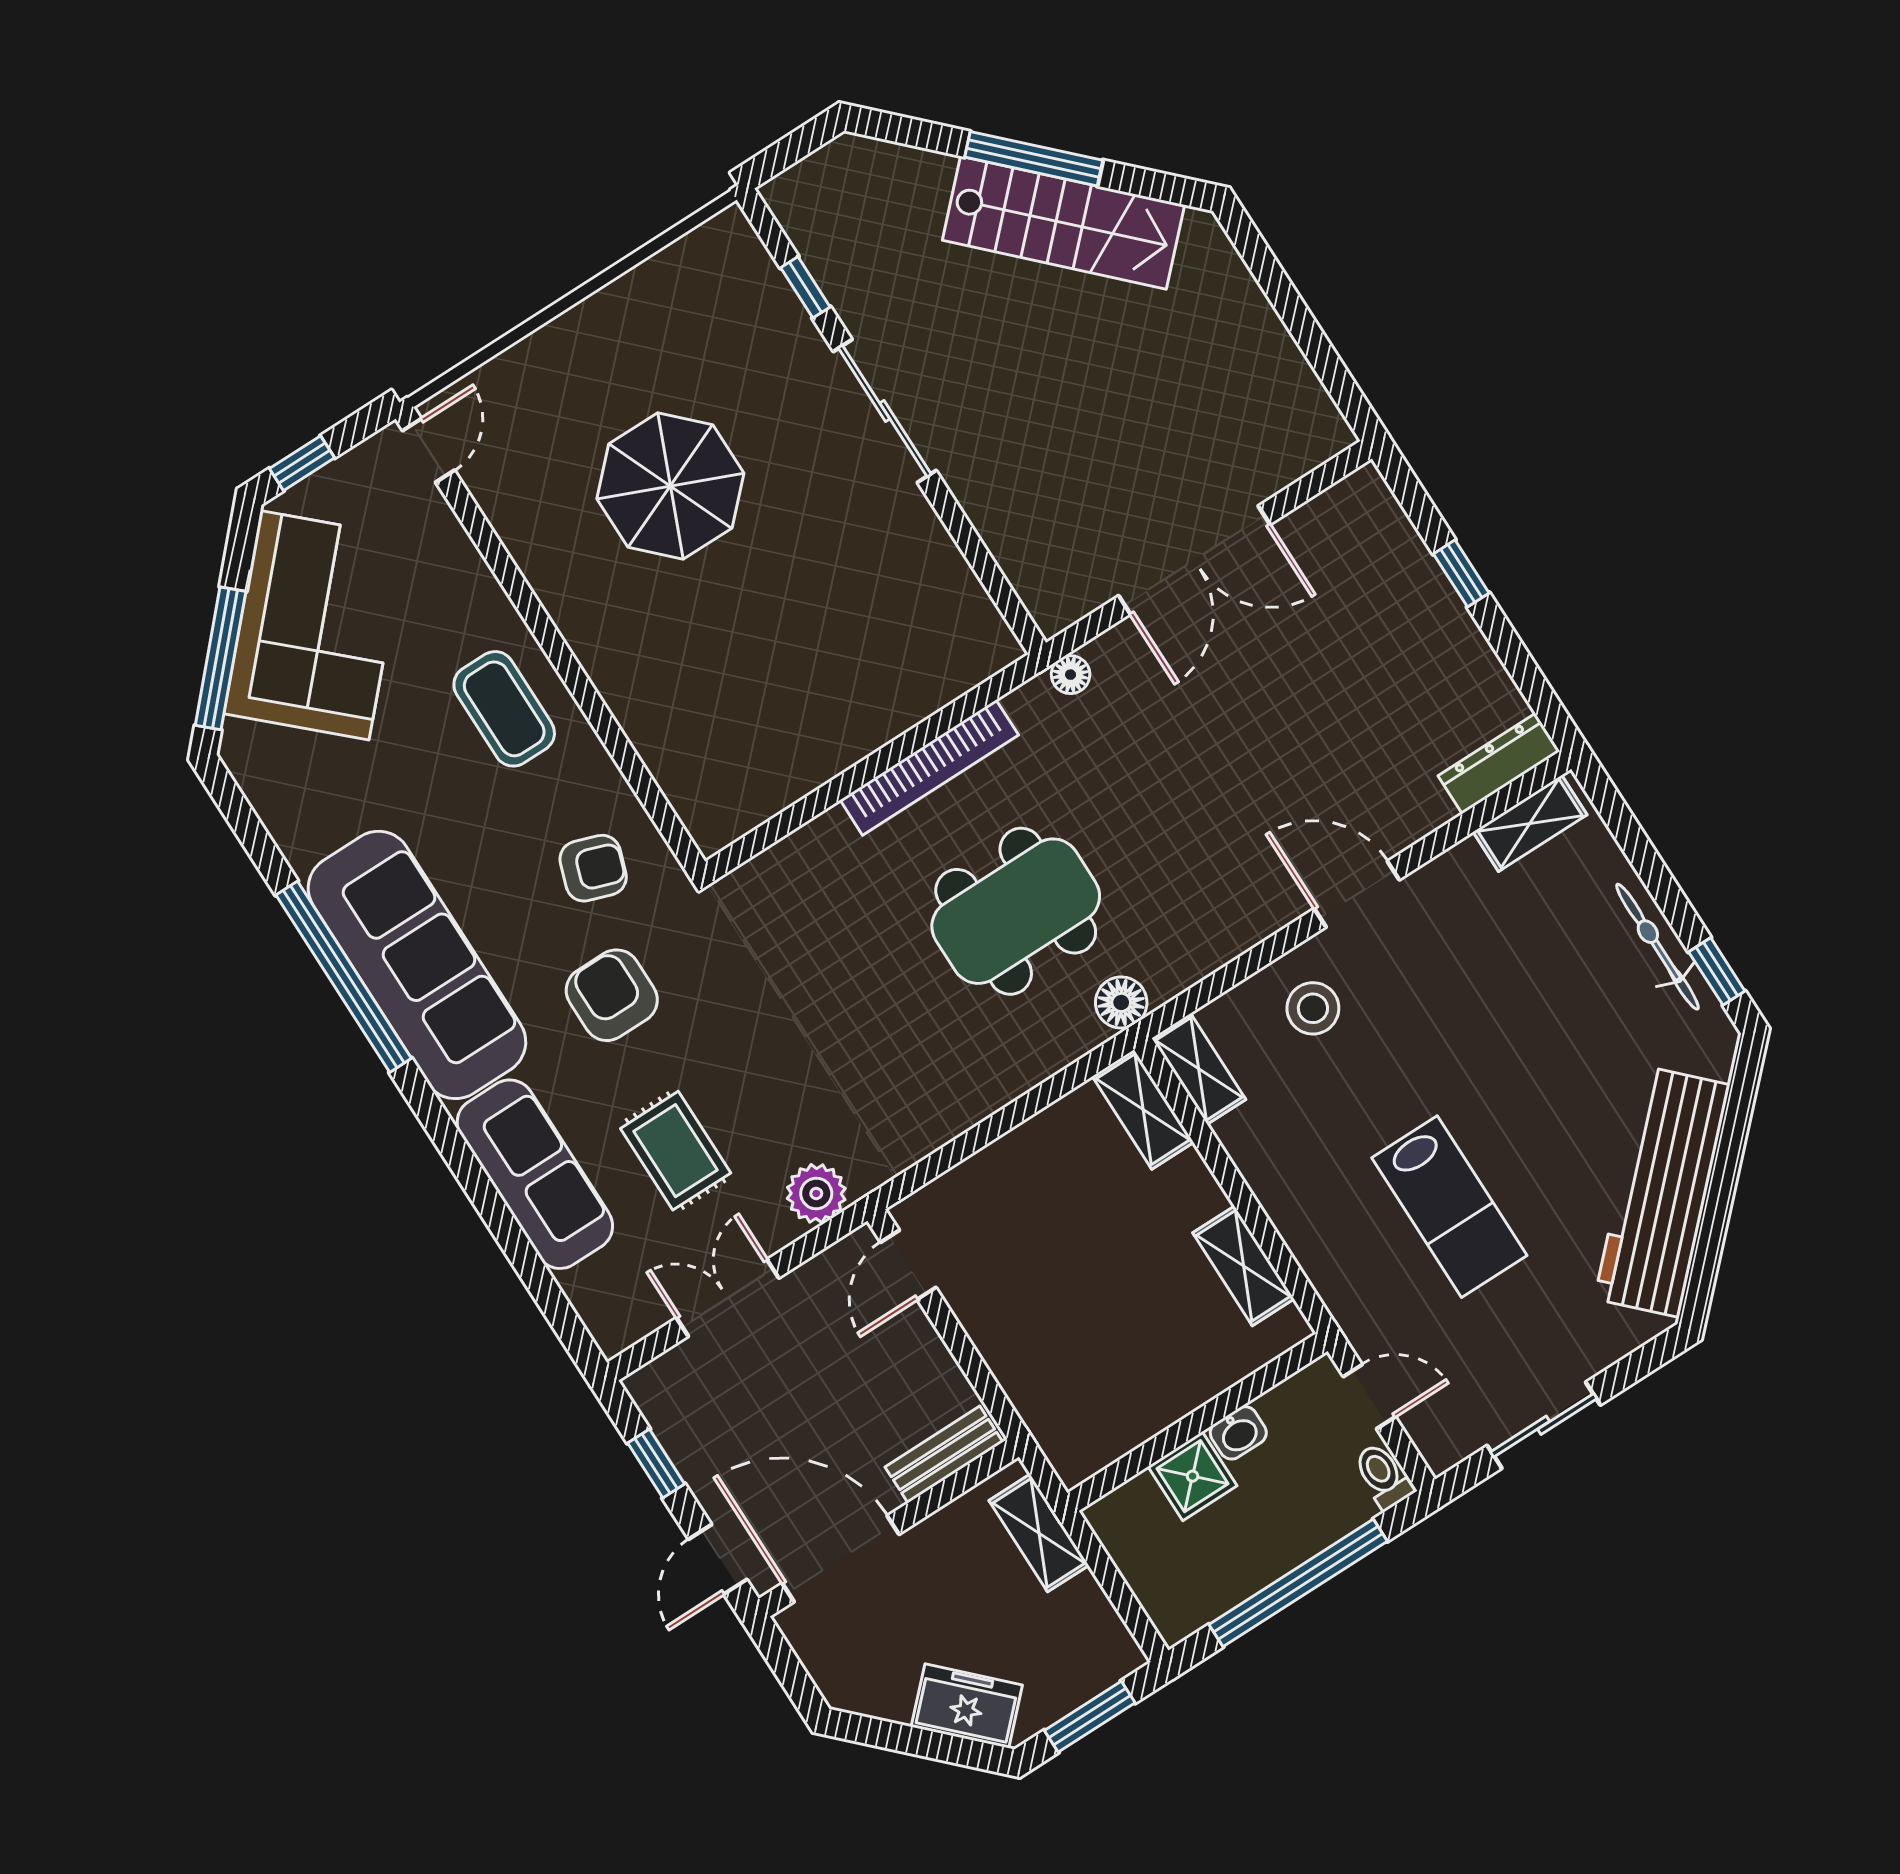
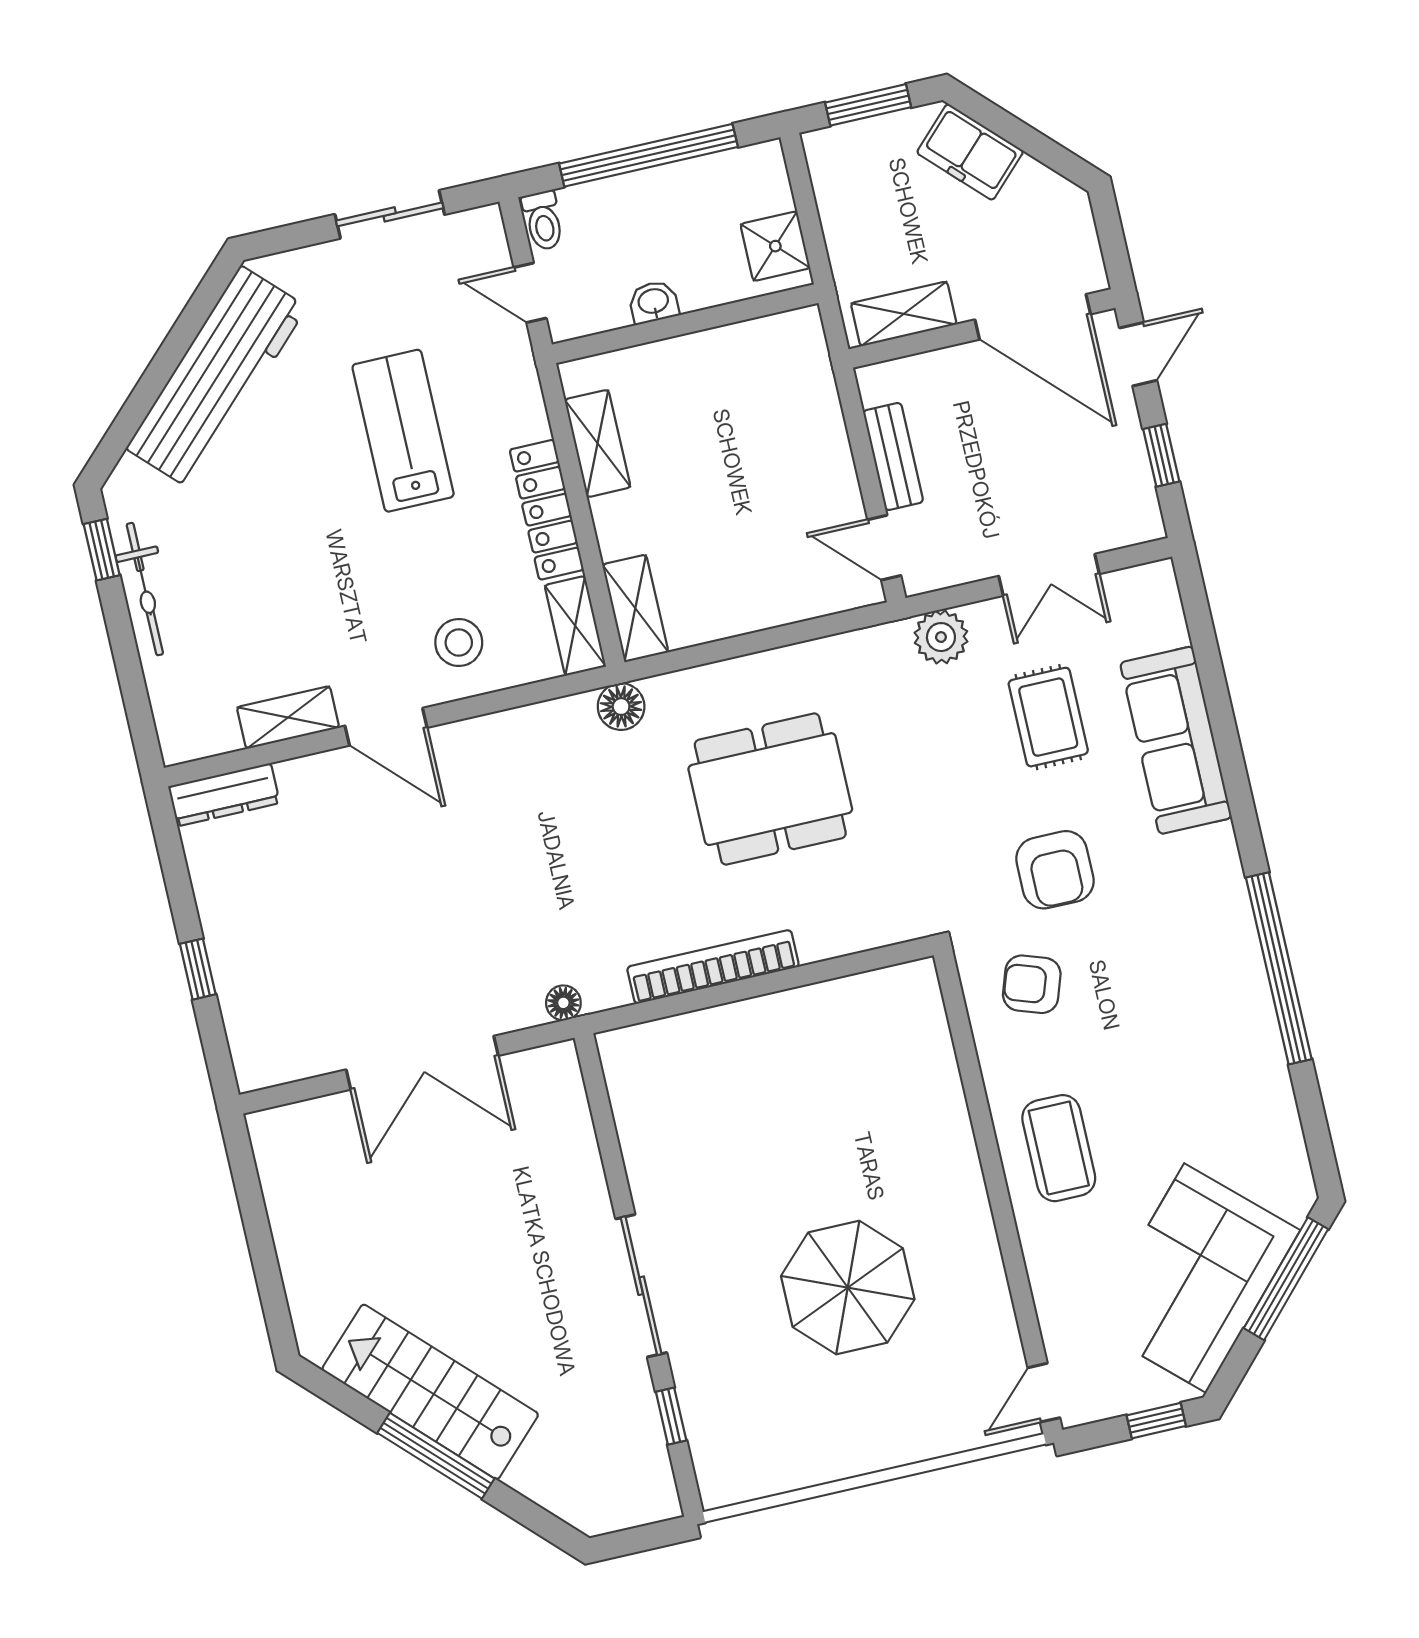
double door: (1194, 560) -> (422, 1063), swing flipped
shelving: (1530, 823) -> (288, 717), moved
dining table: (1016, 911) -> (770, 789), moved
sofa: (417, 965) -> (1212, 956), removed
locker: (1271, 1178) -> (547, 510), added
door: (908, 1265) -> (884, 548), swing flipped
bench: (944, 1454) -> (893, 457), moved, turned 90
shower: (1193, 1476) -> (775, 246), moved
shelving: (1039, 1533) -> (904, 314), moved, turned 90

